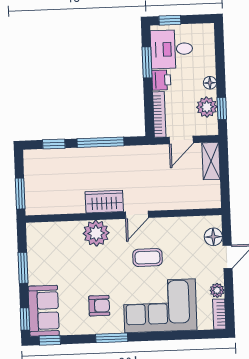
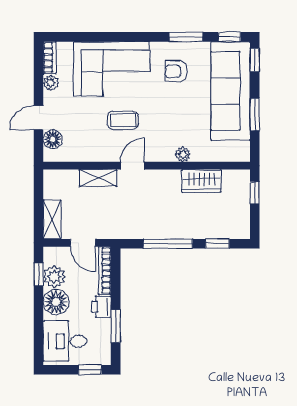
desk: (172, 49) -> (65, 341), moved, turned 180
floor lamp: (210, 83) -> (56, 302), width x1.89, depth x1.89
door: (181, 140) -> (83, 243), swing flipped
window: (20, 194) -> (255, 193), width x0.67
wardrobe: (104, 202) -> (201, 181), moved
shelving: (169, 202) -> (98, 178), added
plant: (96, 233) -> (183, 154), width x0.53, depth x0.53
sofa: (44, 311) -> (231, 91), width x1.85, depth x1.27
window: (112, 338) -> (186, 37), moved

